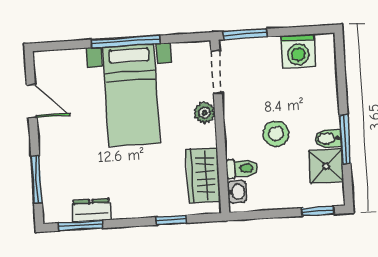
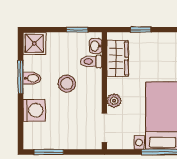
window: (245, 34) -> (49, 152), moved
washing machine: (298, 51) -> (34, 110), moved, turned 90
shower: (326, 166) -> (34, 44), moved
window: (318, 211) -> (77, 30), moved

